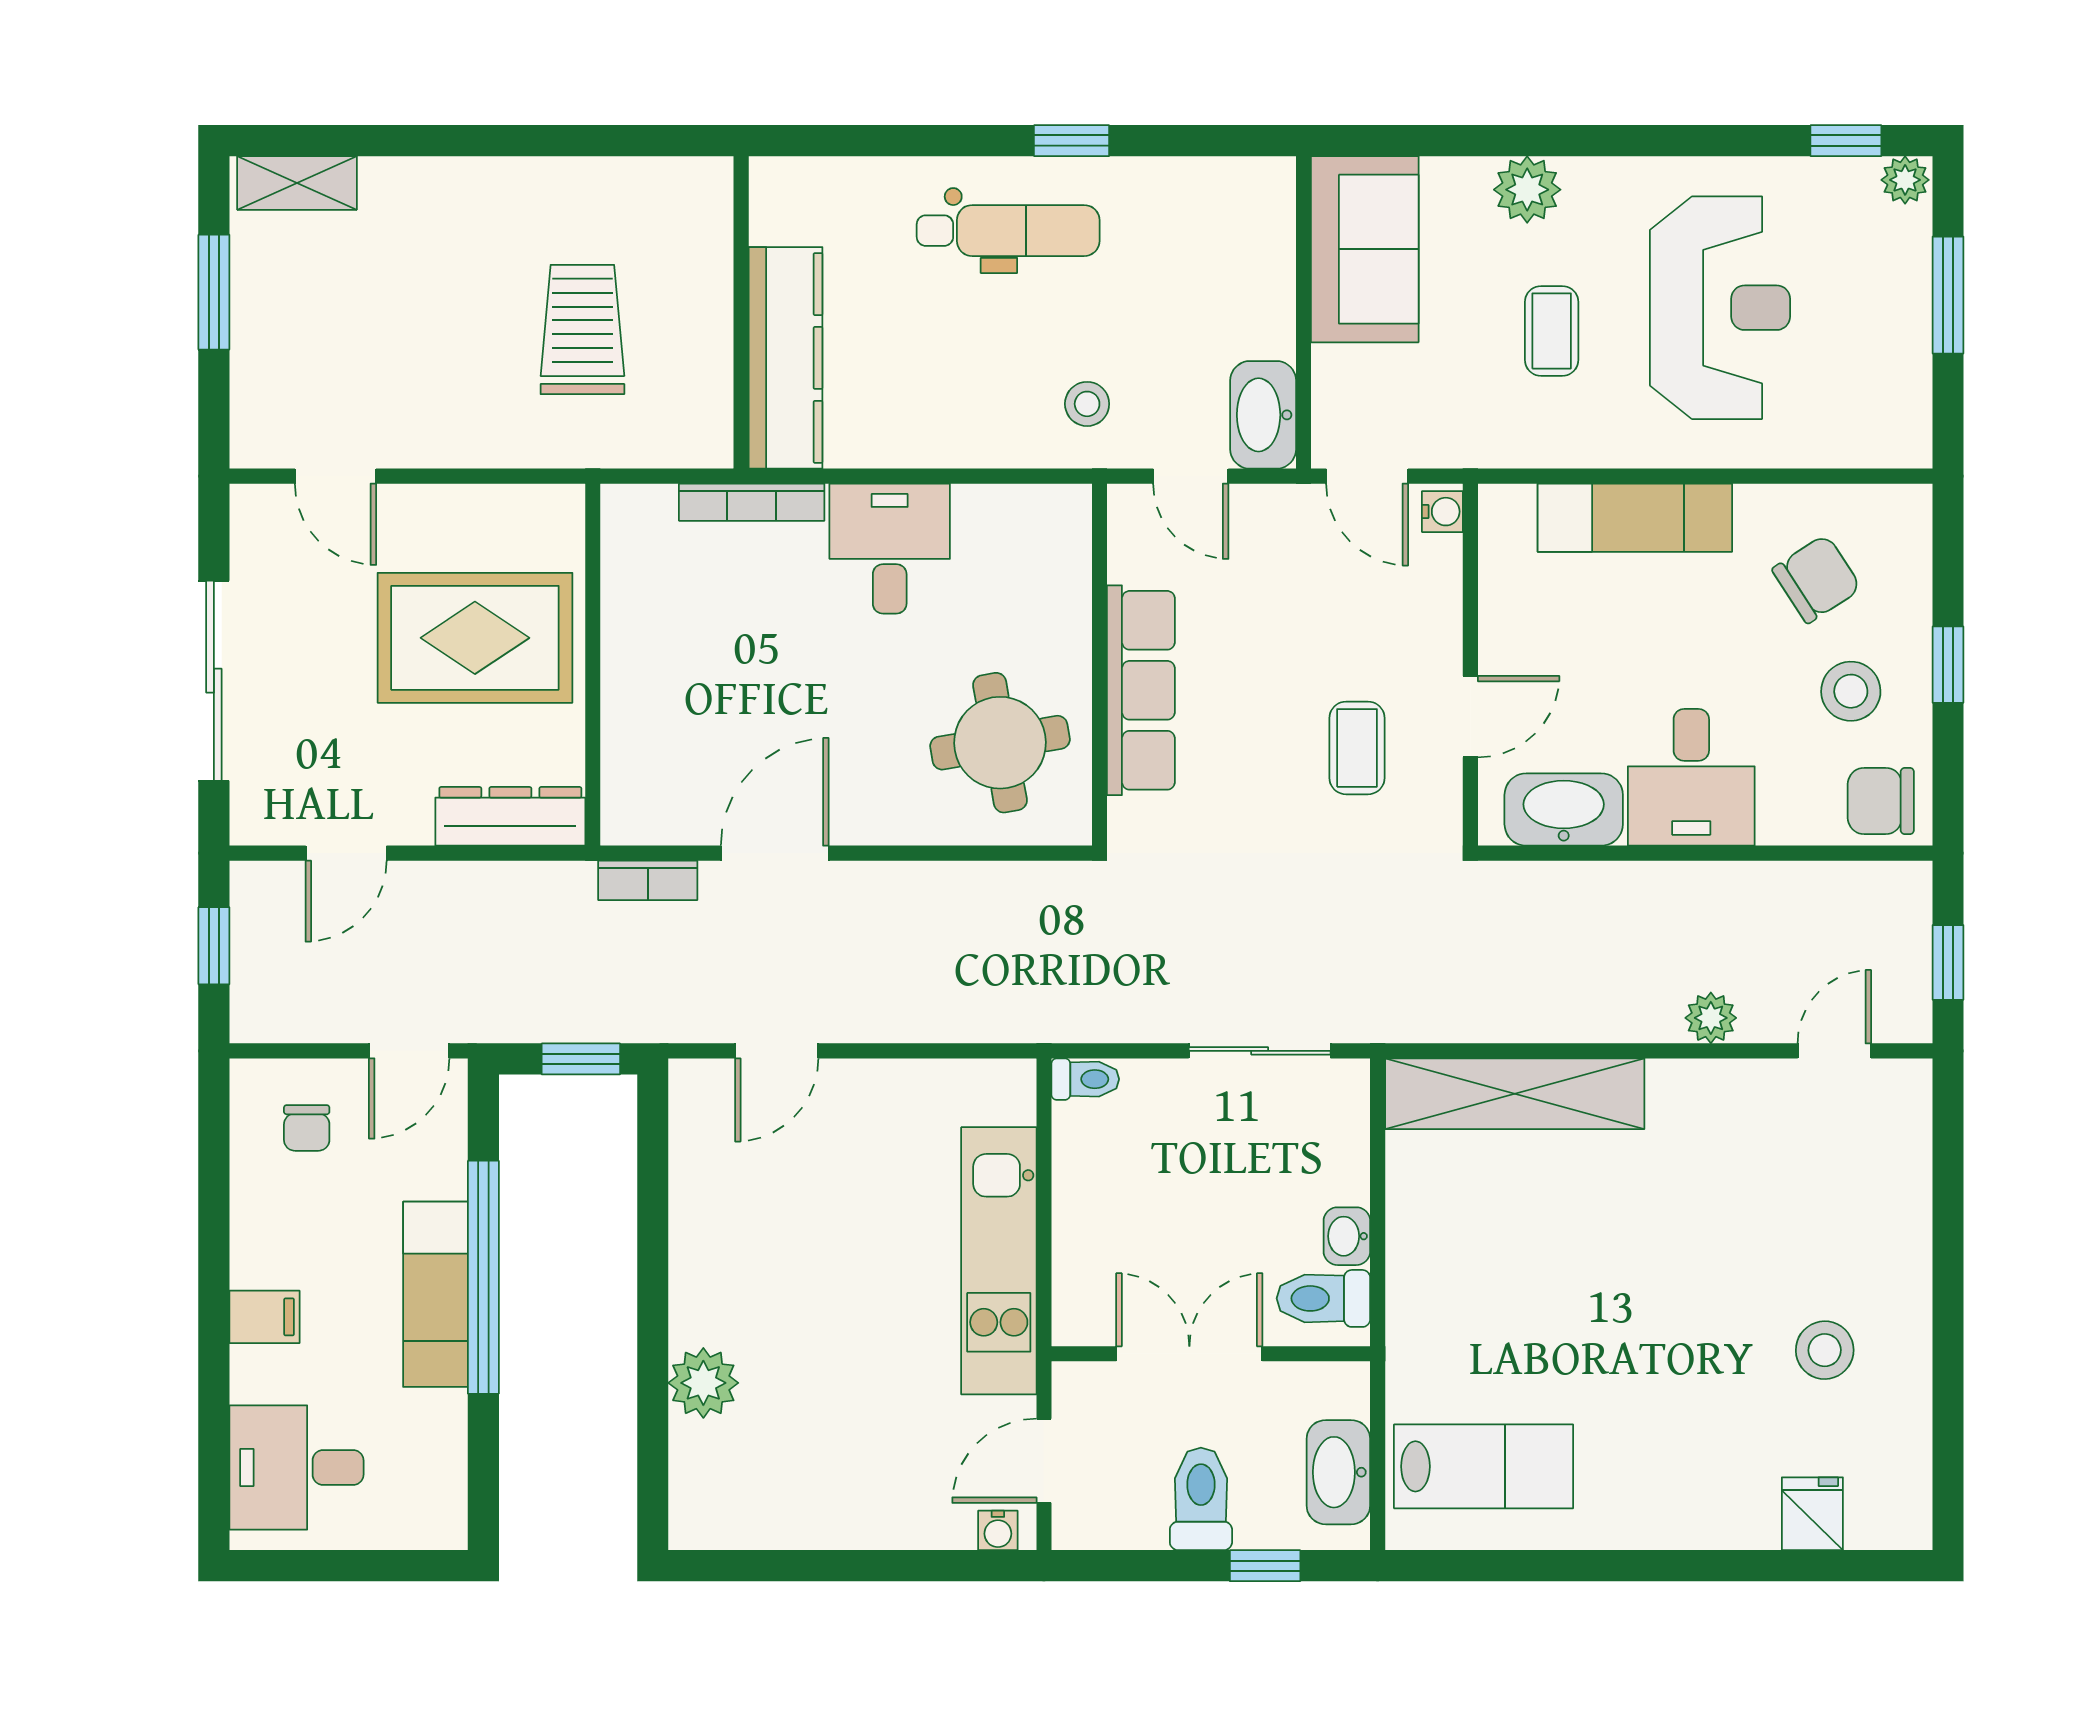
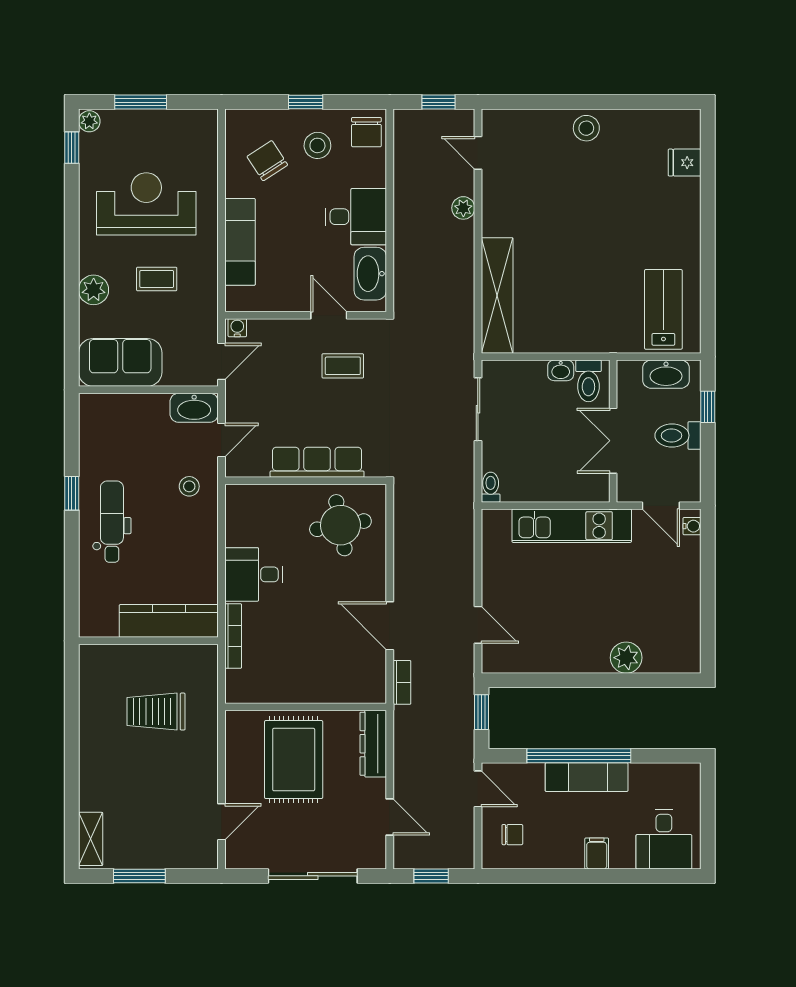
stool: (1825, 1350) -> (586, 128), moved

